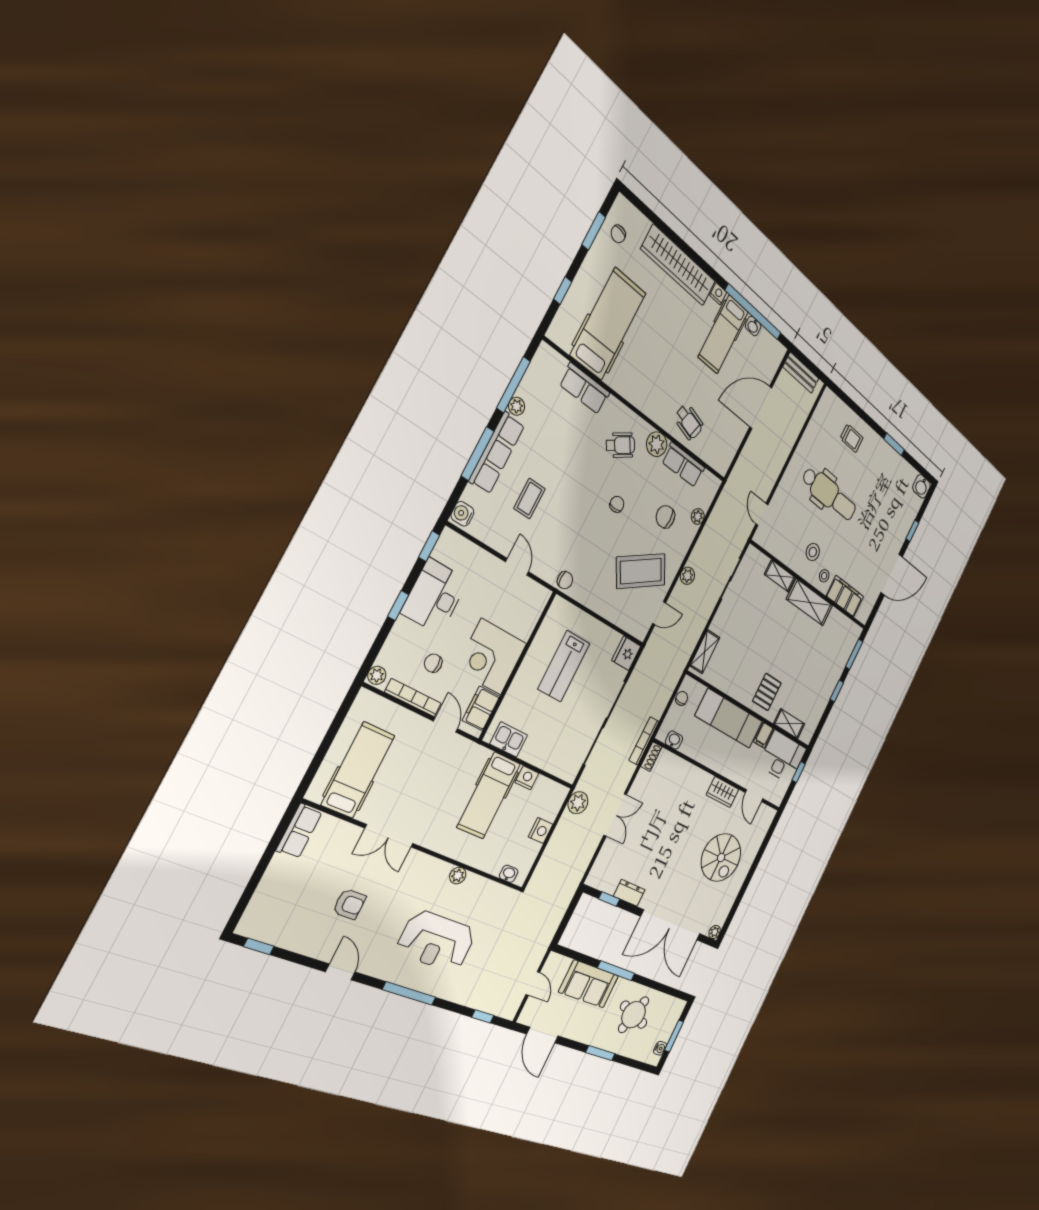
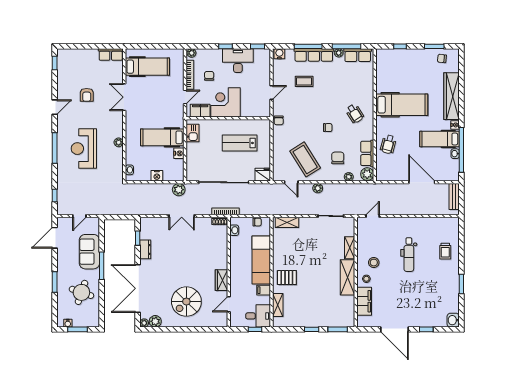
hospital bed: (608, 324) -> (402, 105), moved
row of seats: (585, 389) -> (358, 55), moved, turned -90
plant: (657, 444) -> (367, 174), moved
dental chair: (829, 494) -> (409, 255), width x0.73, depth x0.72
desk: (782, 757) -> (258, 316), width x0.73
plant: (721, 915) -> (155, 321), added

